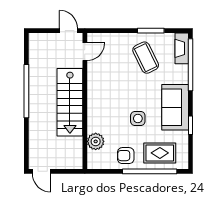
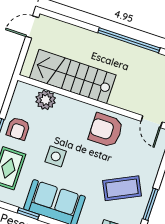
armchair: (104, 86) -> (106, 130), added
stairs: (70, 102) -> (73, 76), moved
armchair: (126, 156) -> (18, 129), turned 180

